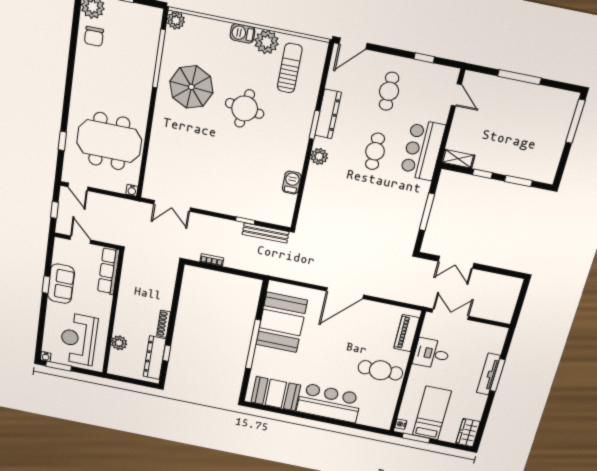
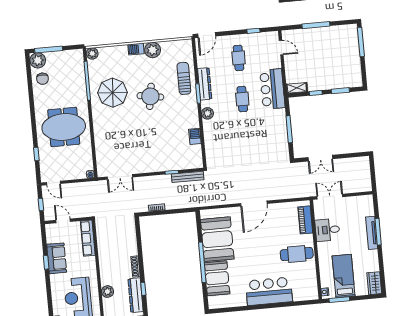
sun lounger: (290, 68) -> (184, 78), moved
meeting table: (109, 141) -> (64, 127), moved
booth: (276, 394) -> (217, 278), moved, turned 90

